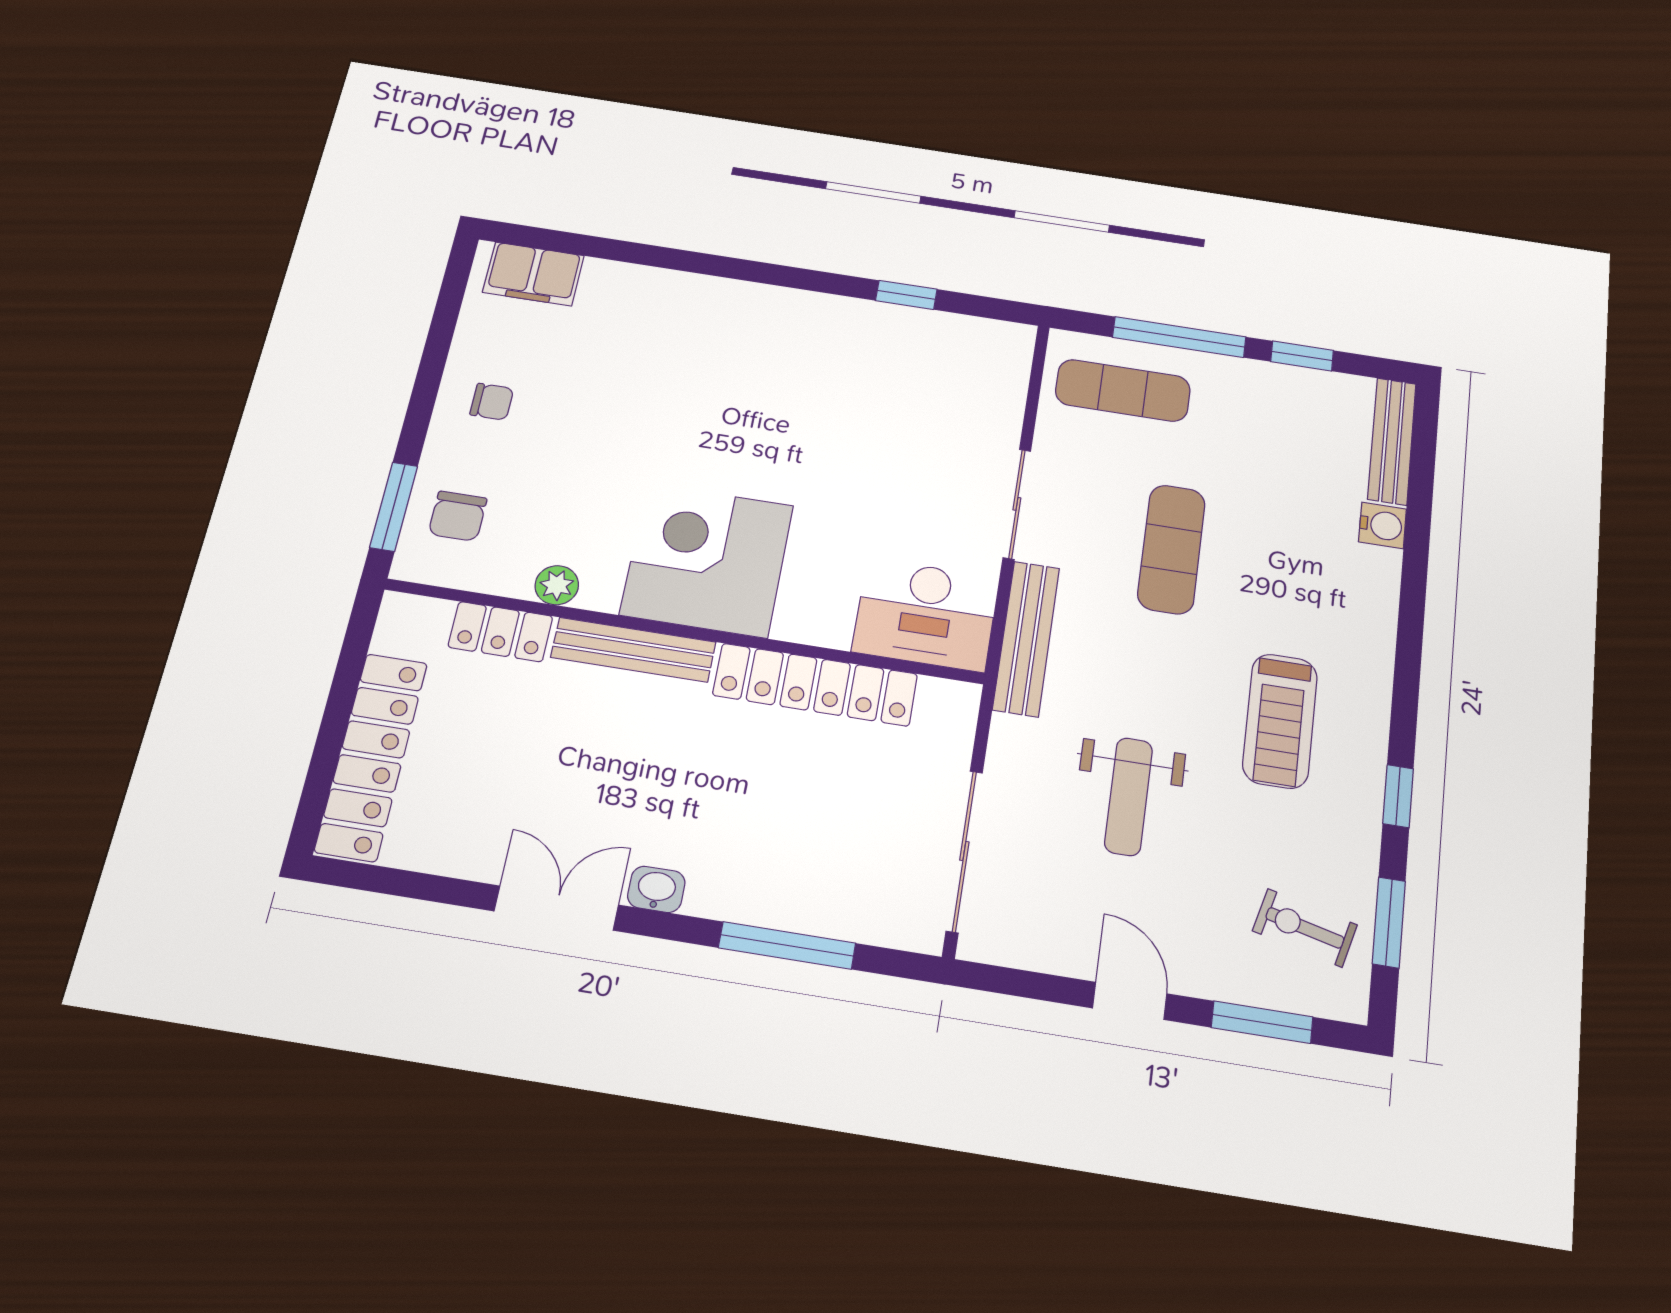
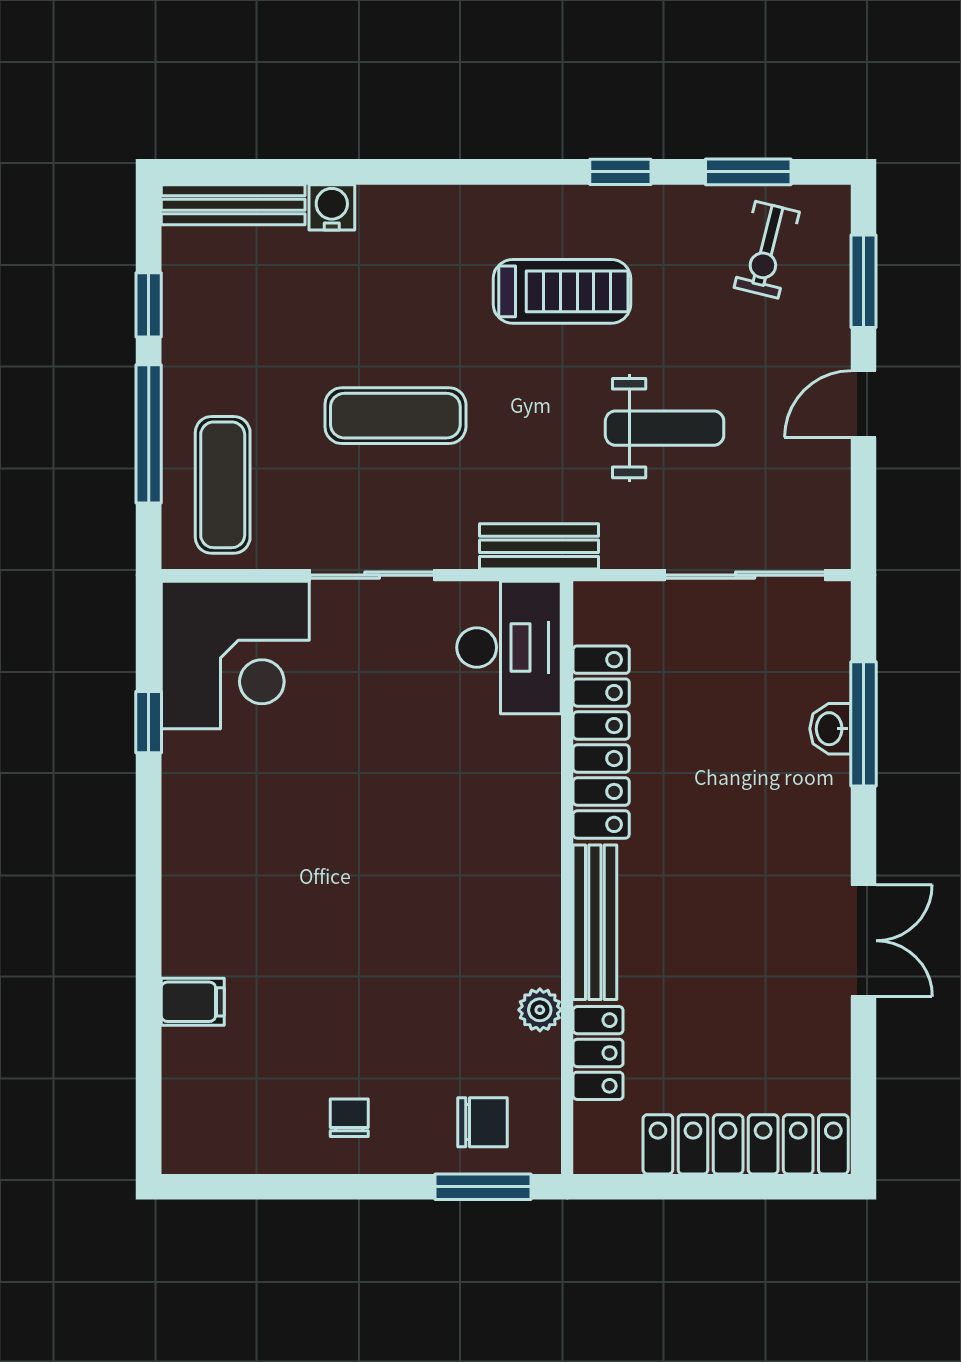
filing cabinet: (533, 274) -> (193, 1002), moved, width x0.50
corner desk: (707, 560) -> (235, 655), moved, turned -90
bench: (1026, 638) -> (539, 546), width x0.73
washbasin: (656, 889) -> (830, 729), moved
double door: (556, 908) -> (864, 941), swing flipped

